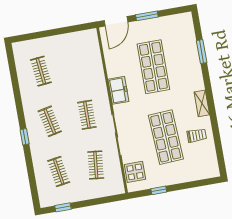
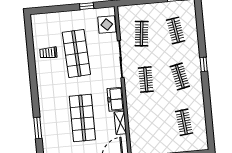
shelving: (202, 103) -> (120, 123), moved

